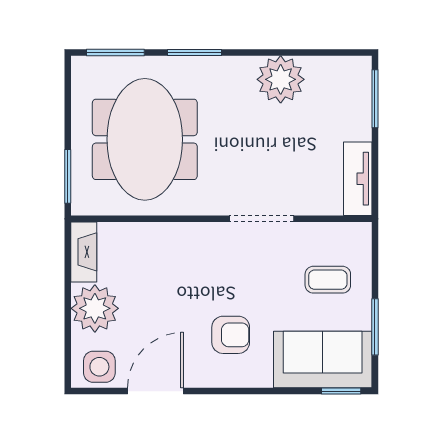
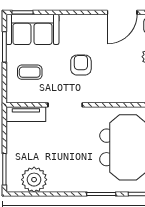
plant: (281, 79) -> (34, 180), moved
tv unit: (358, 179) -> (26, 114), moved, turned 90
armchair: (231, 335) -> (81, 65), moved, turned 90

